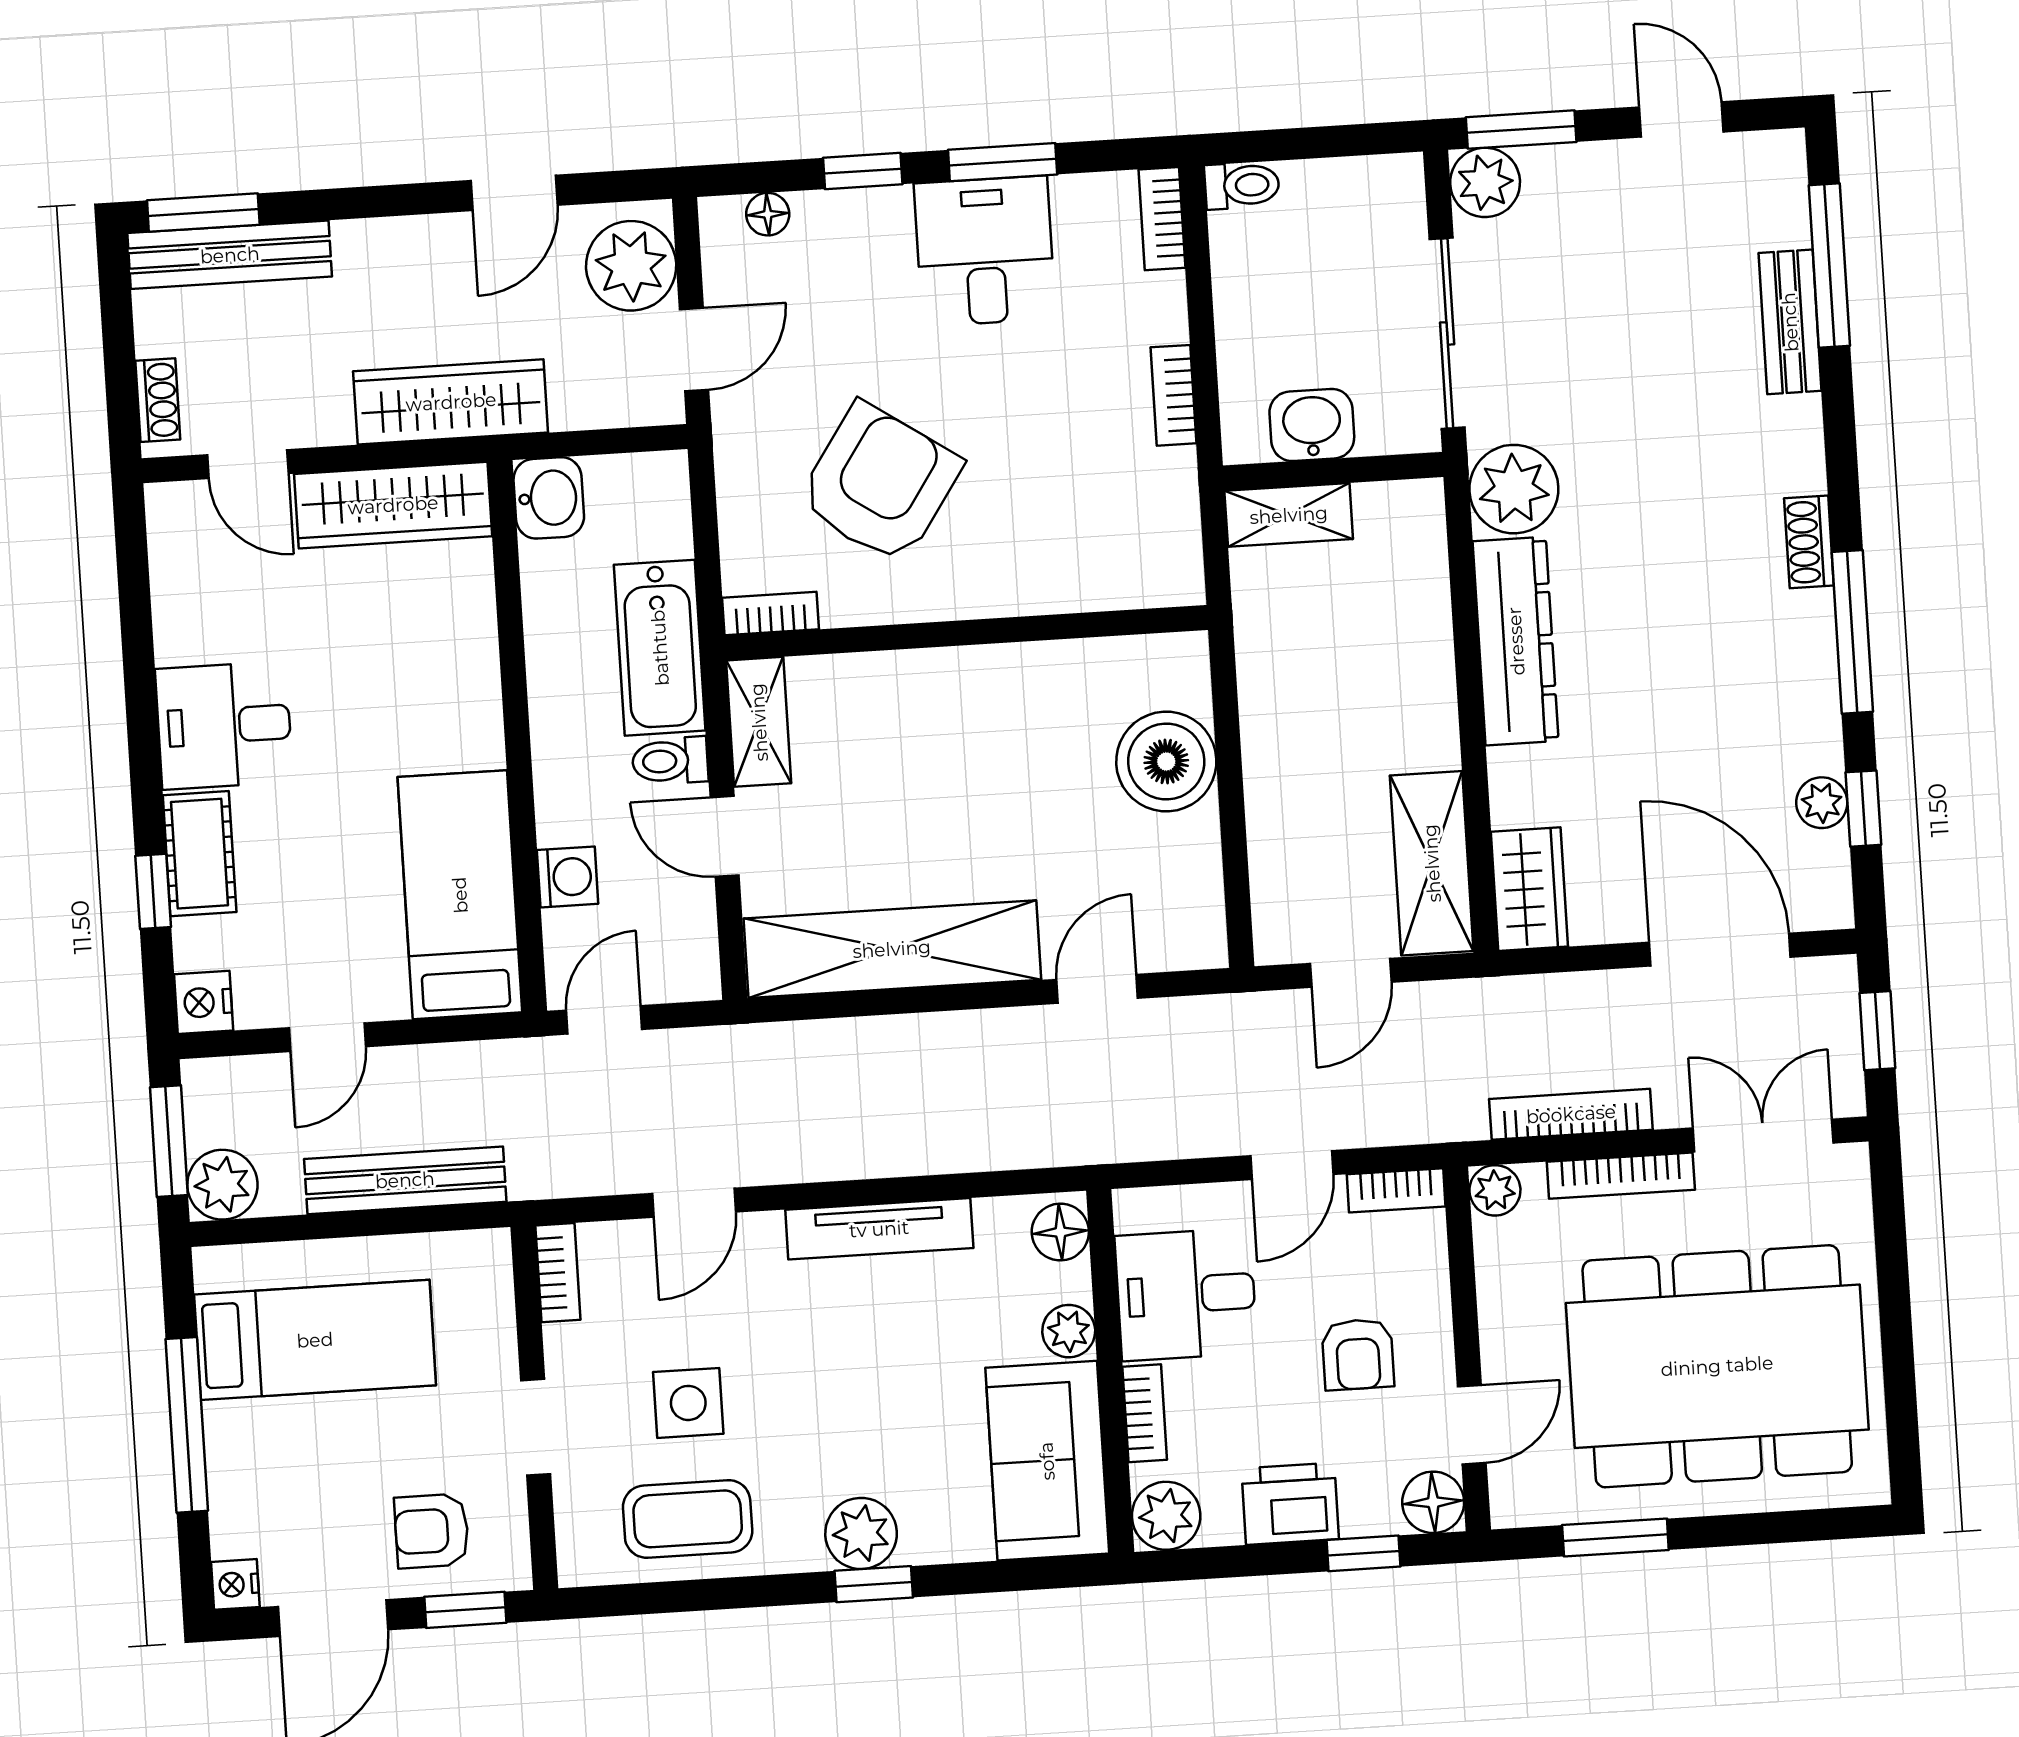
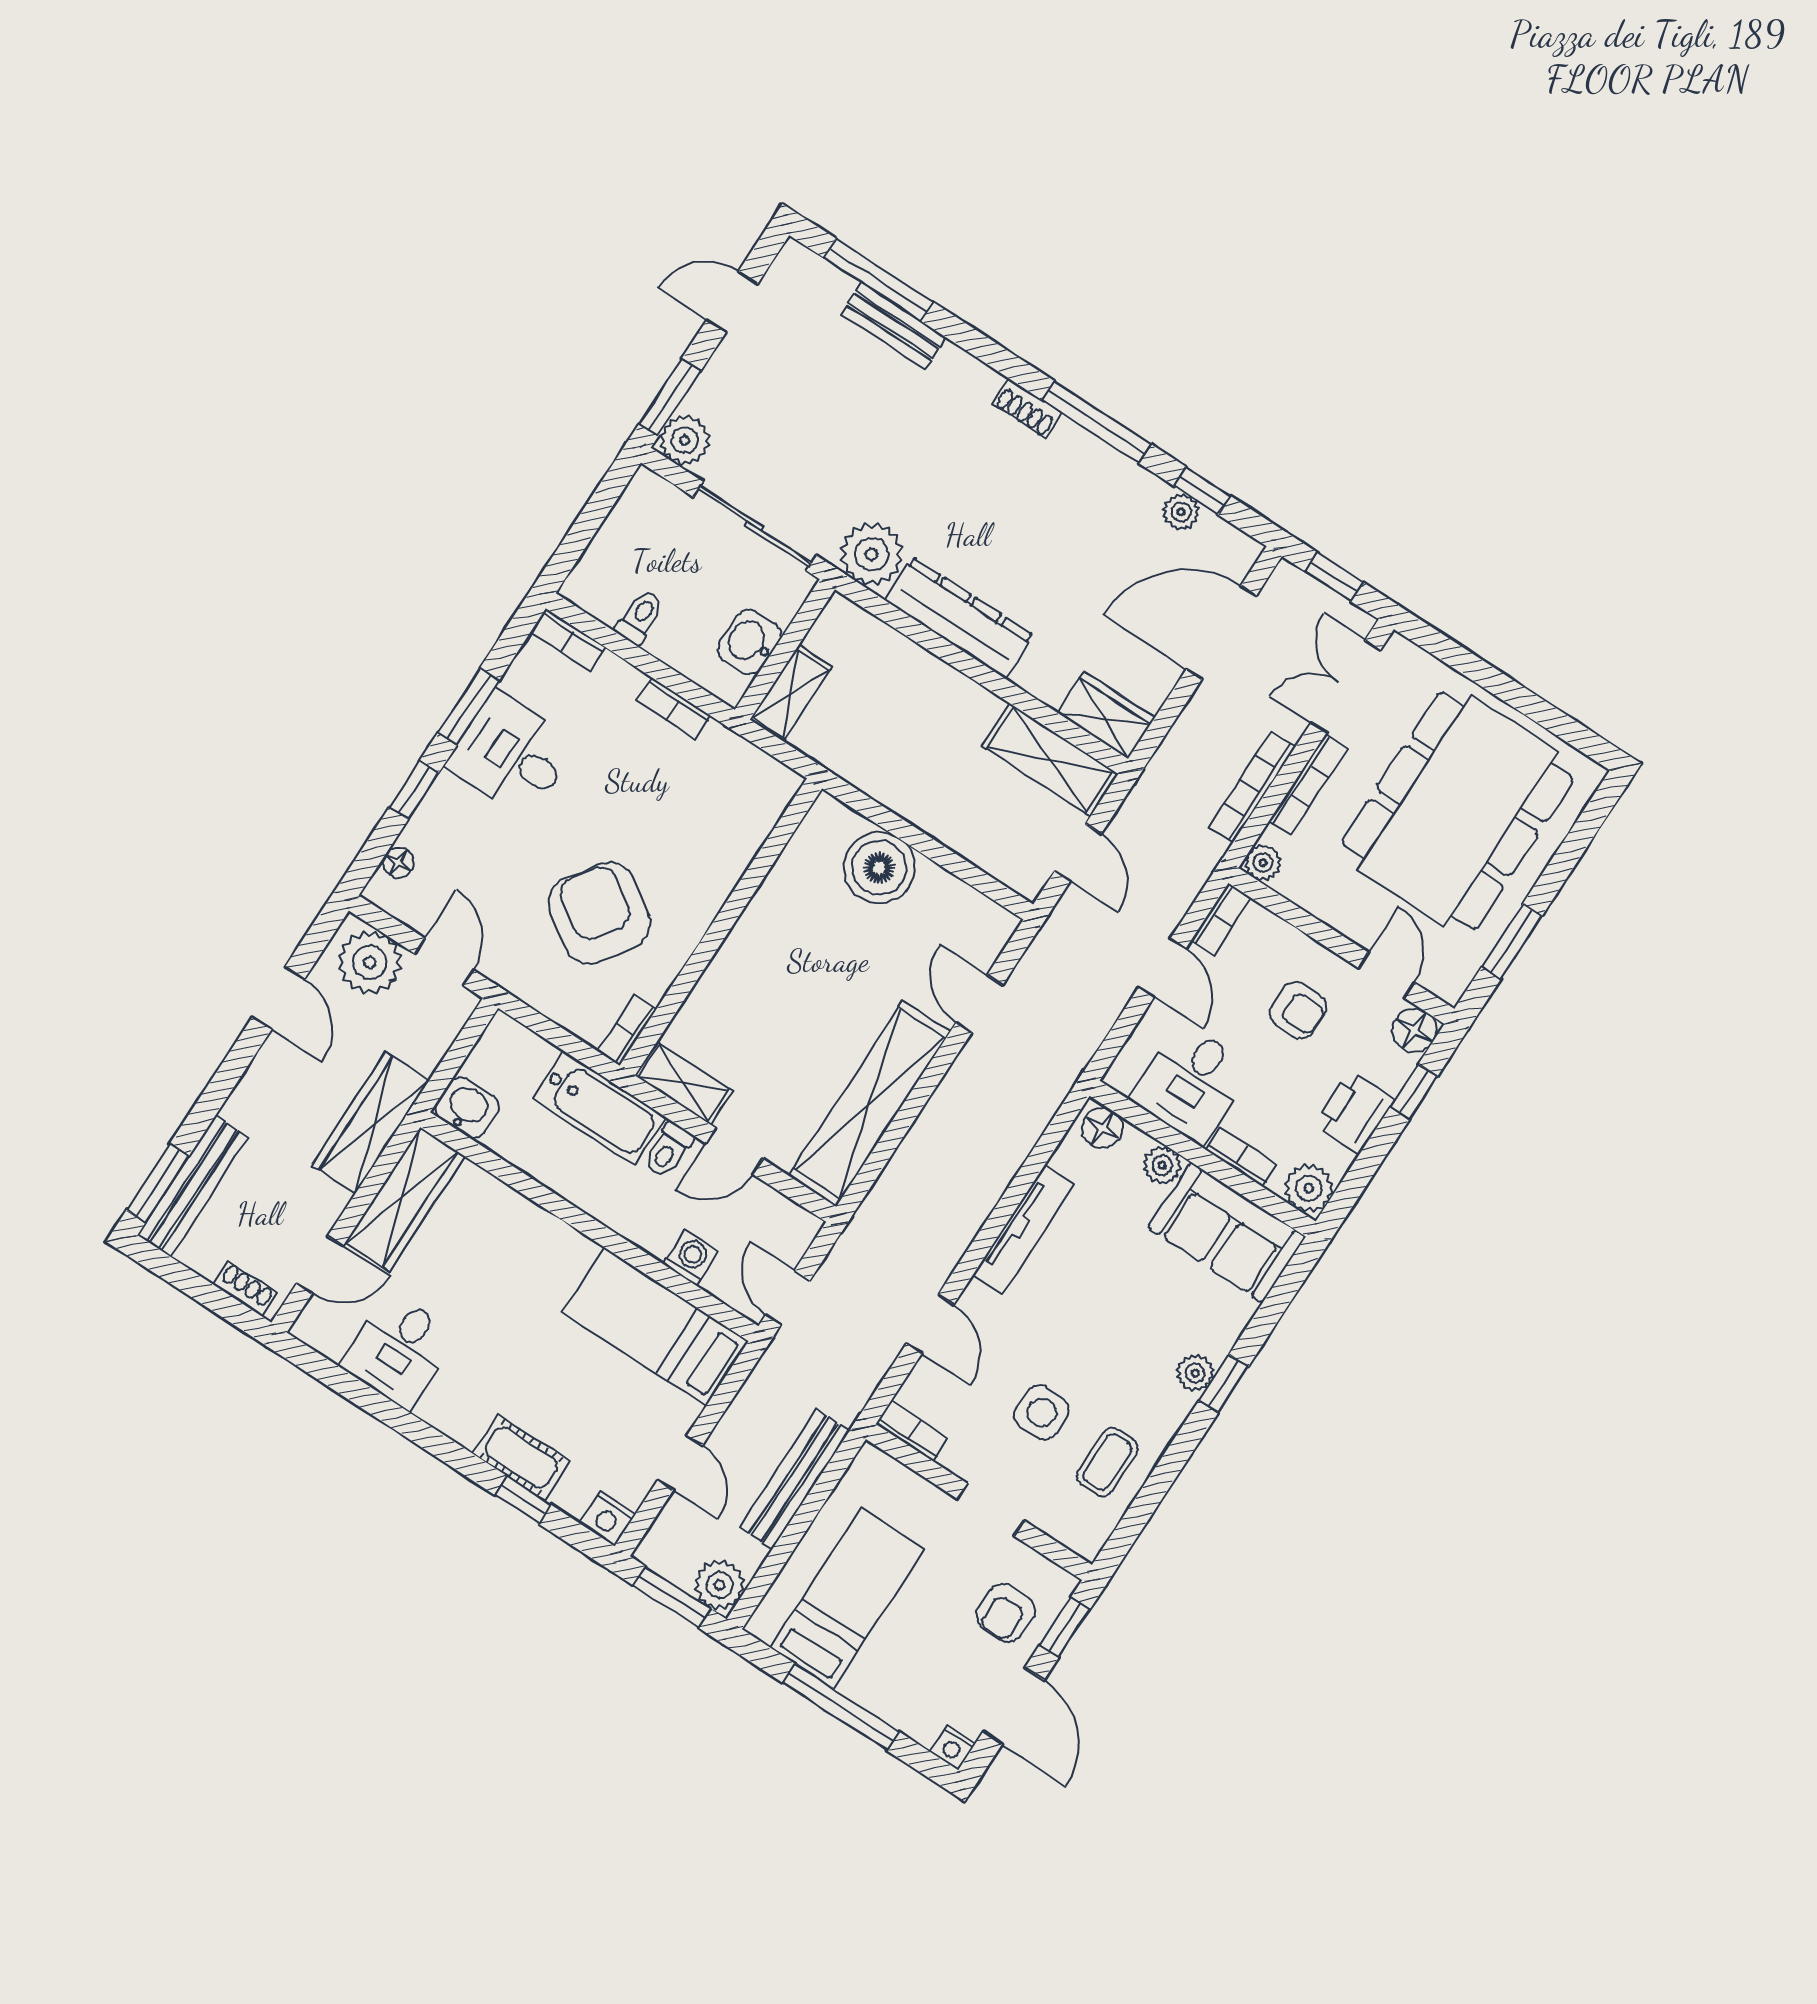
toilet: (1242, 185) -> (640, 617), moved
desk: (224, 725) -> (399, 1350), moved
coffee table: (688, 1519) -> (1107, 1462), width x0.73, depth x0.77
plant: (861, 1533) -> (1195, 1373), width x0.73, depth x0.73

